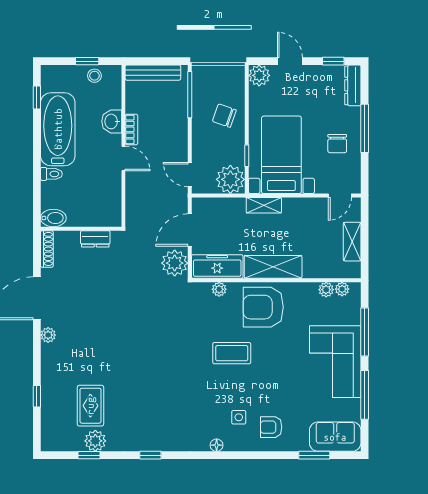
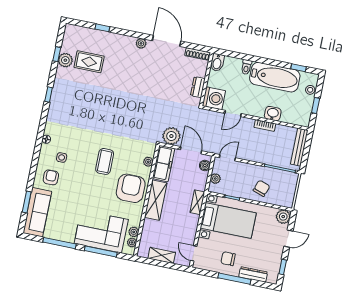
stool: (94, 76) -> (310, 90), moved
dresser: (353, 85) -> (253, 274), moved
door: (123, 159) -> (233, 114), moved
plant: (230, 179) -> (215, 179), width x0.53, depth x0.53
boiler: (208, 205) -> (205, 166), added
washing machine: (107, 212) -> (214, 98), added
corner sofa: (335, 362) -> (101, 231), moved
sofa: (335, 437) -> (37, 212), width x1.36

